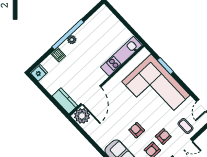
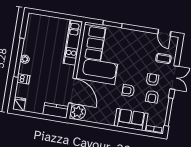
corner sofa: (156, 88) -> (99, 54), moved, turned -90

